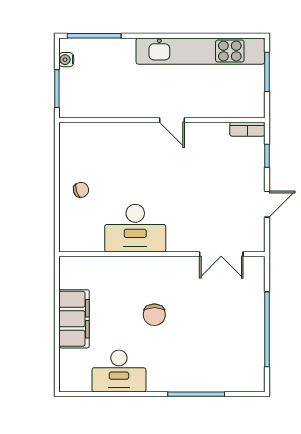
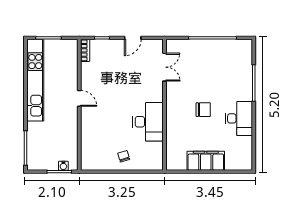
water cooler: (66, 60) -> (63, 166), moved
door: (172, 120) -> (79, 98), hinge flipped
door: (267, 204) -> (133, 38), swing flipped
desk: (119, 371) -> (239, 118), moved

